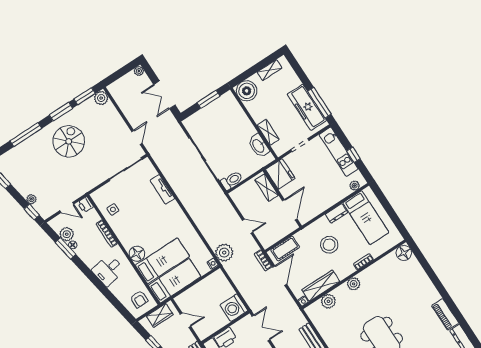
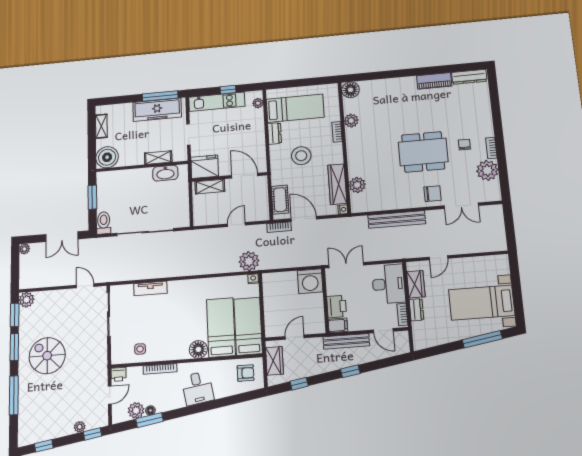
toilet: (232, 180) -> (104, 223), moved
plant: (354, 284) -> (351, 121), moved

